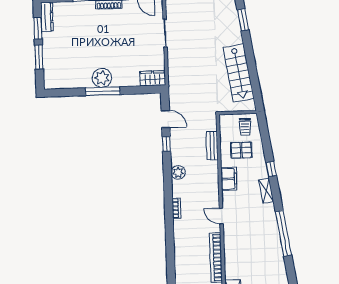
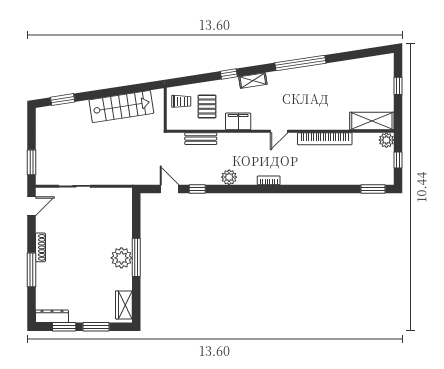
wardrobe: (153, 78) -> (124, 305), moved
door: (166, 119) -> (170, 189), hinge flipped

